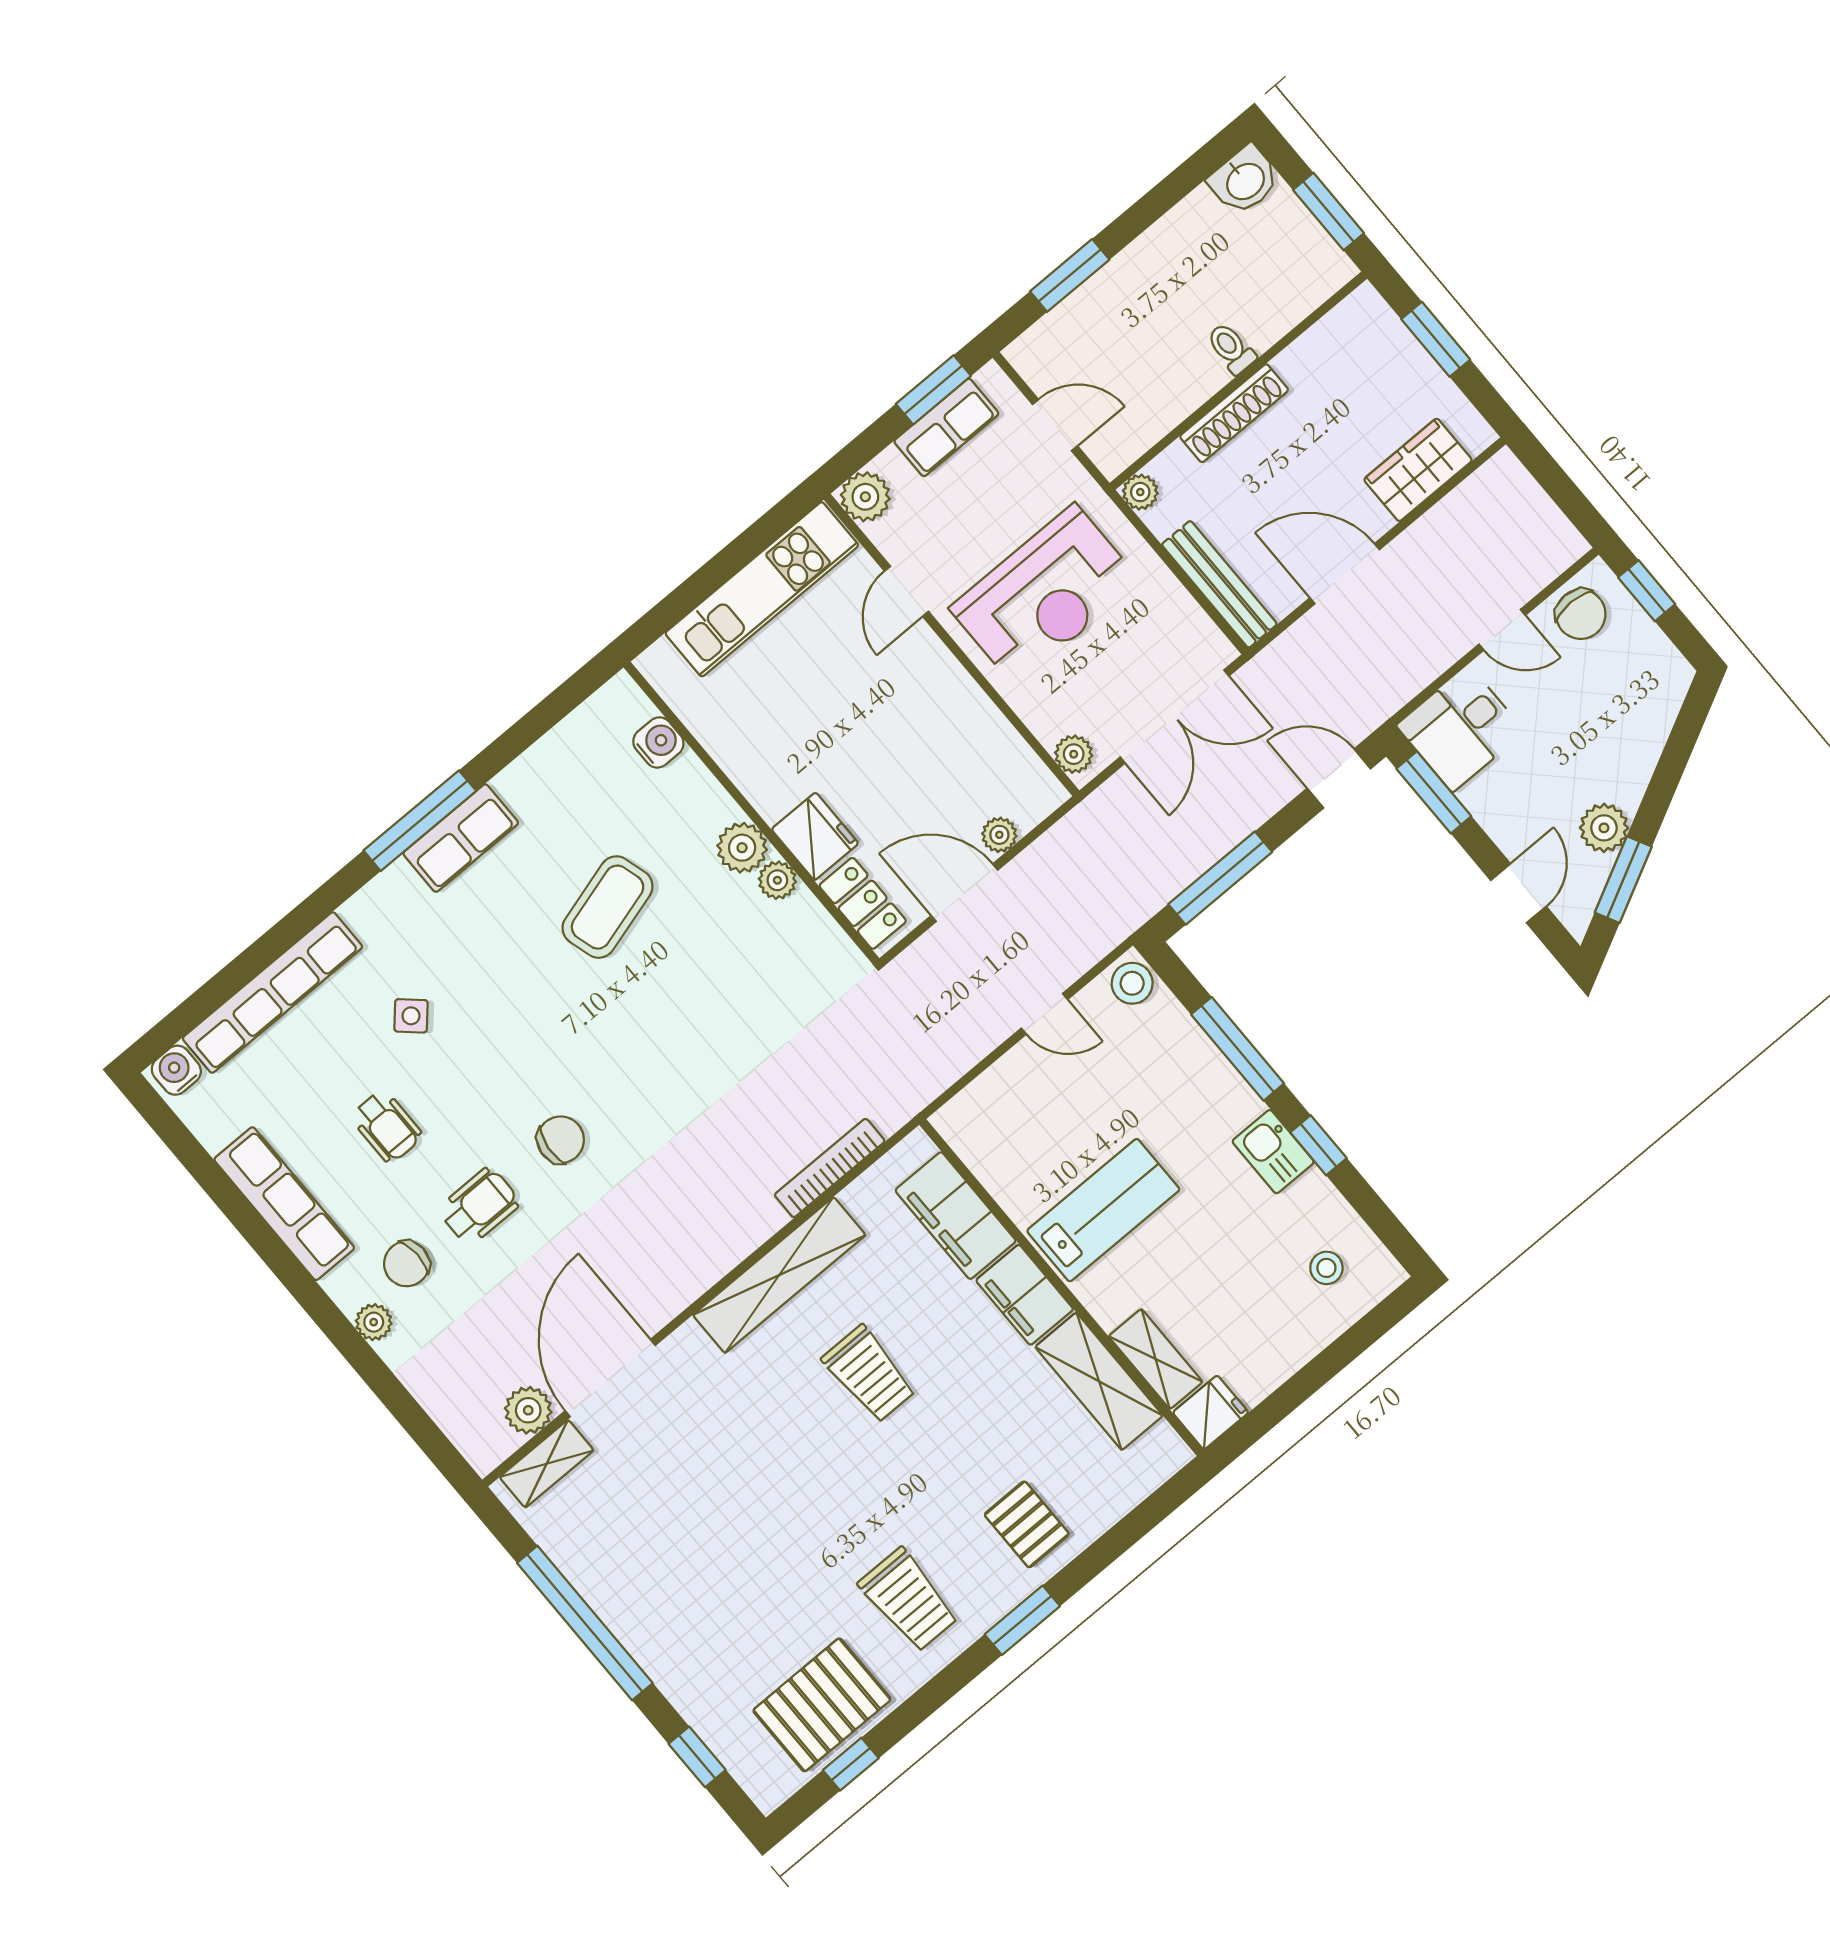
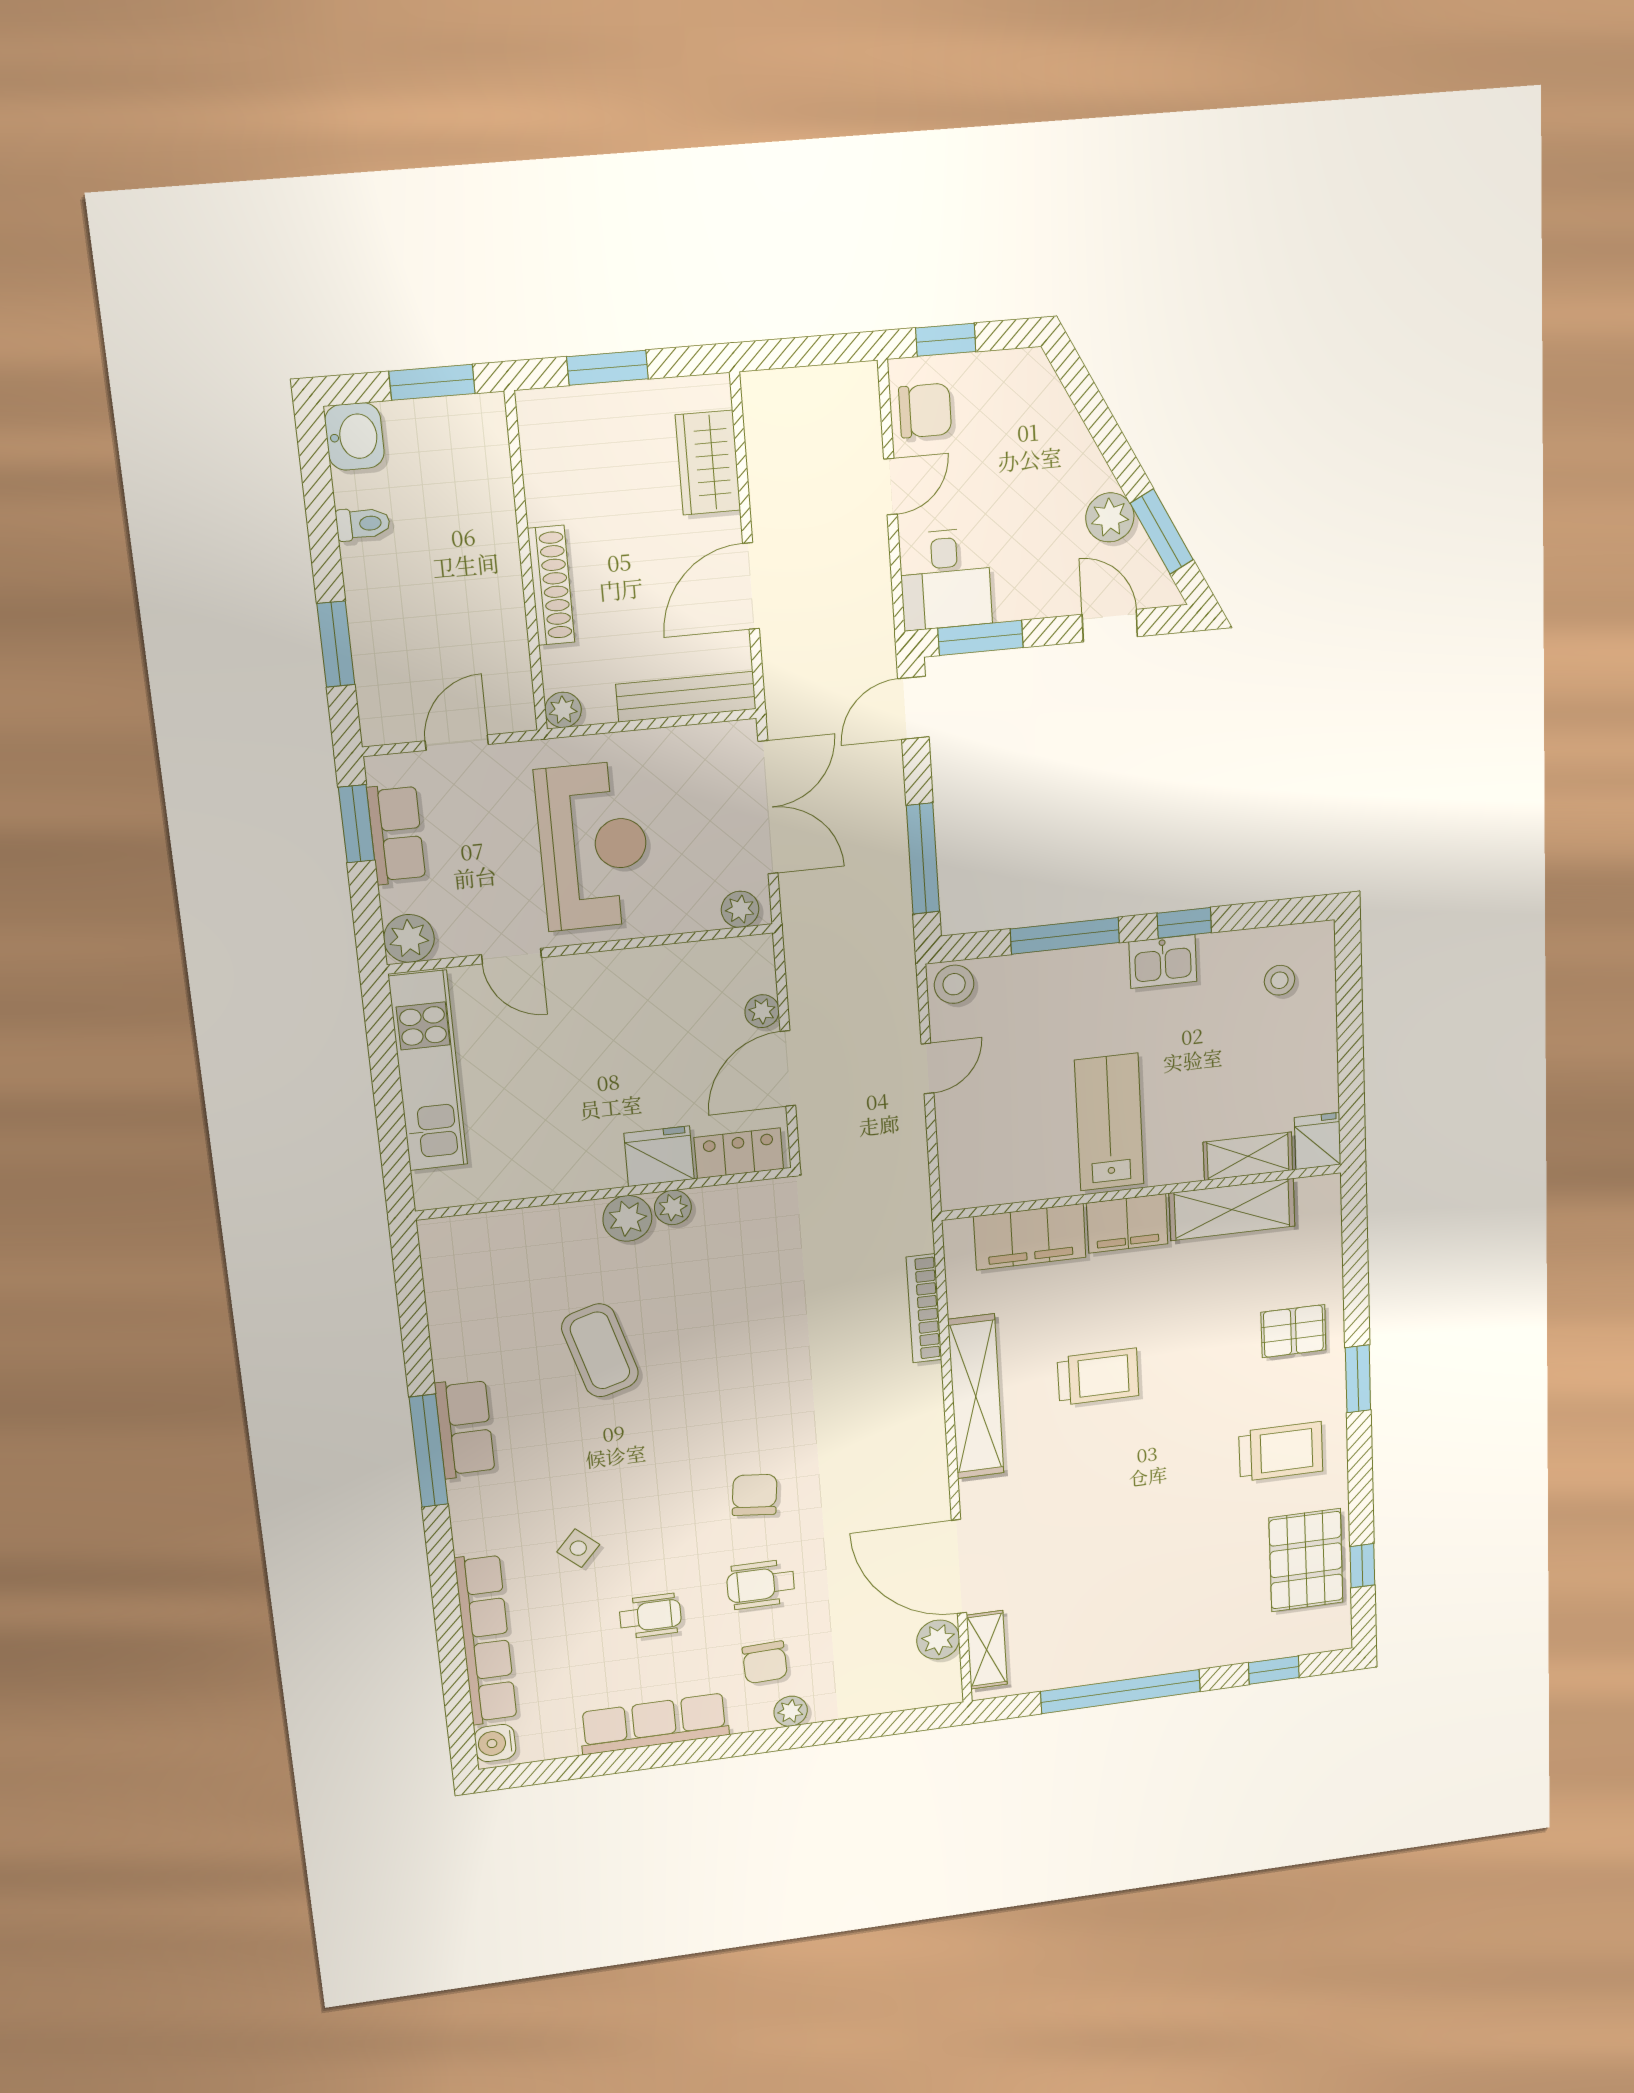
toilet: (1231, 348) -> (363, 524), moved, turned 180
water cooler: (658, 742) -> (496, 1231), removed
wheelchair: (479, 1206) -> (761, 1584), turned -90

